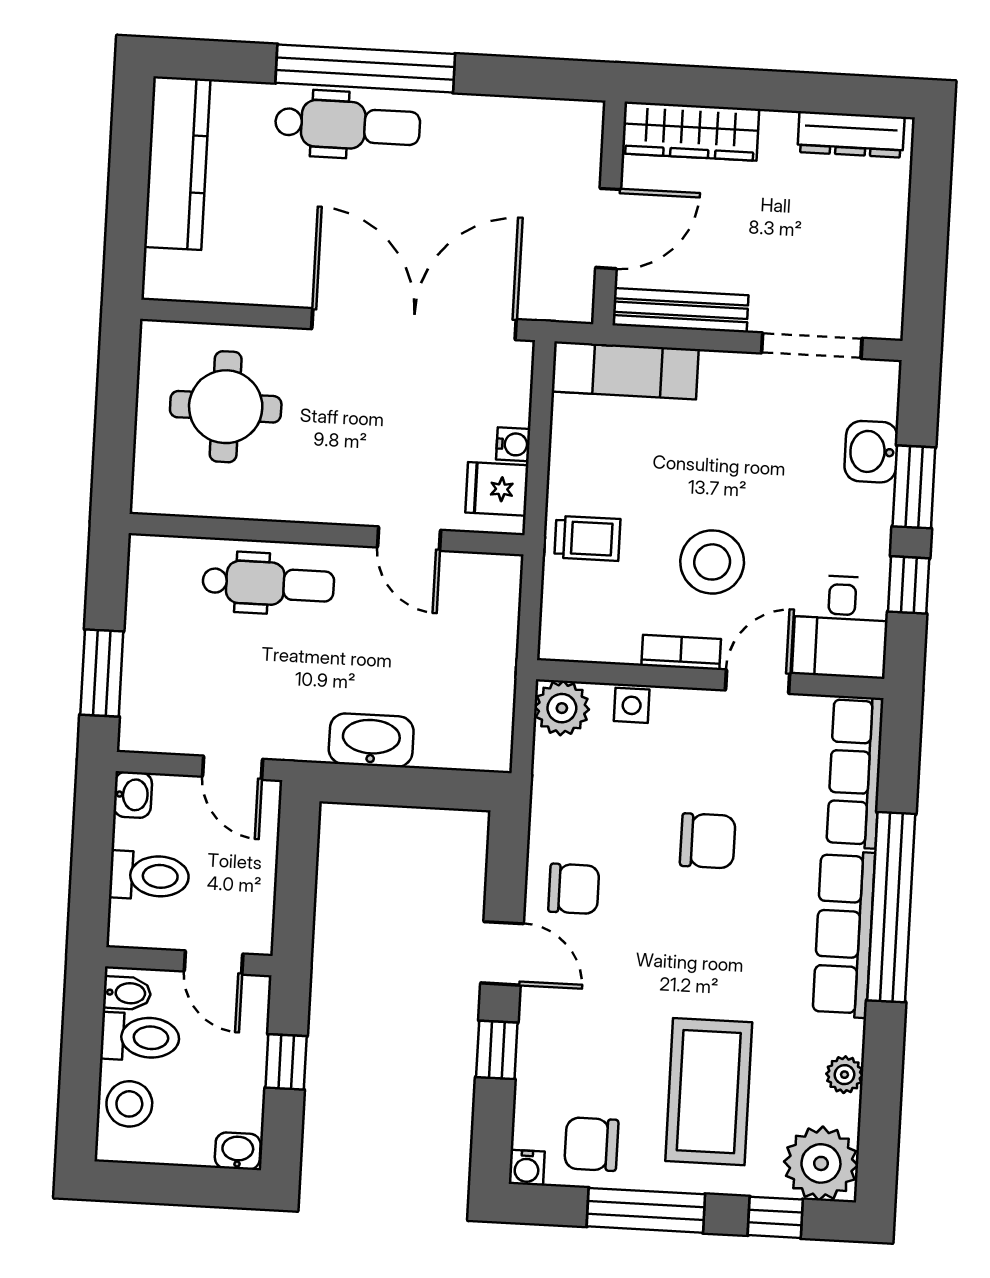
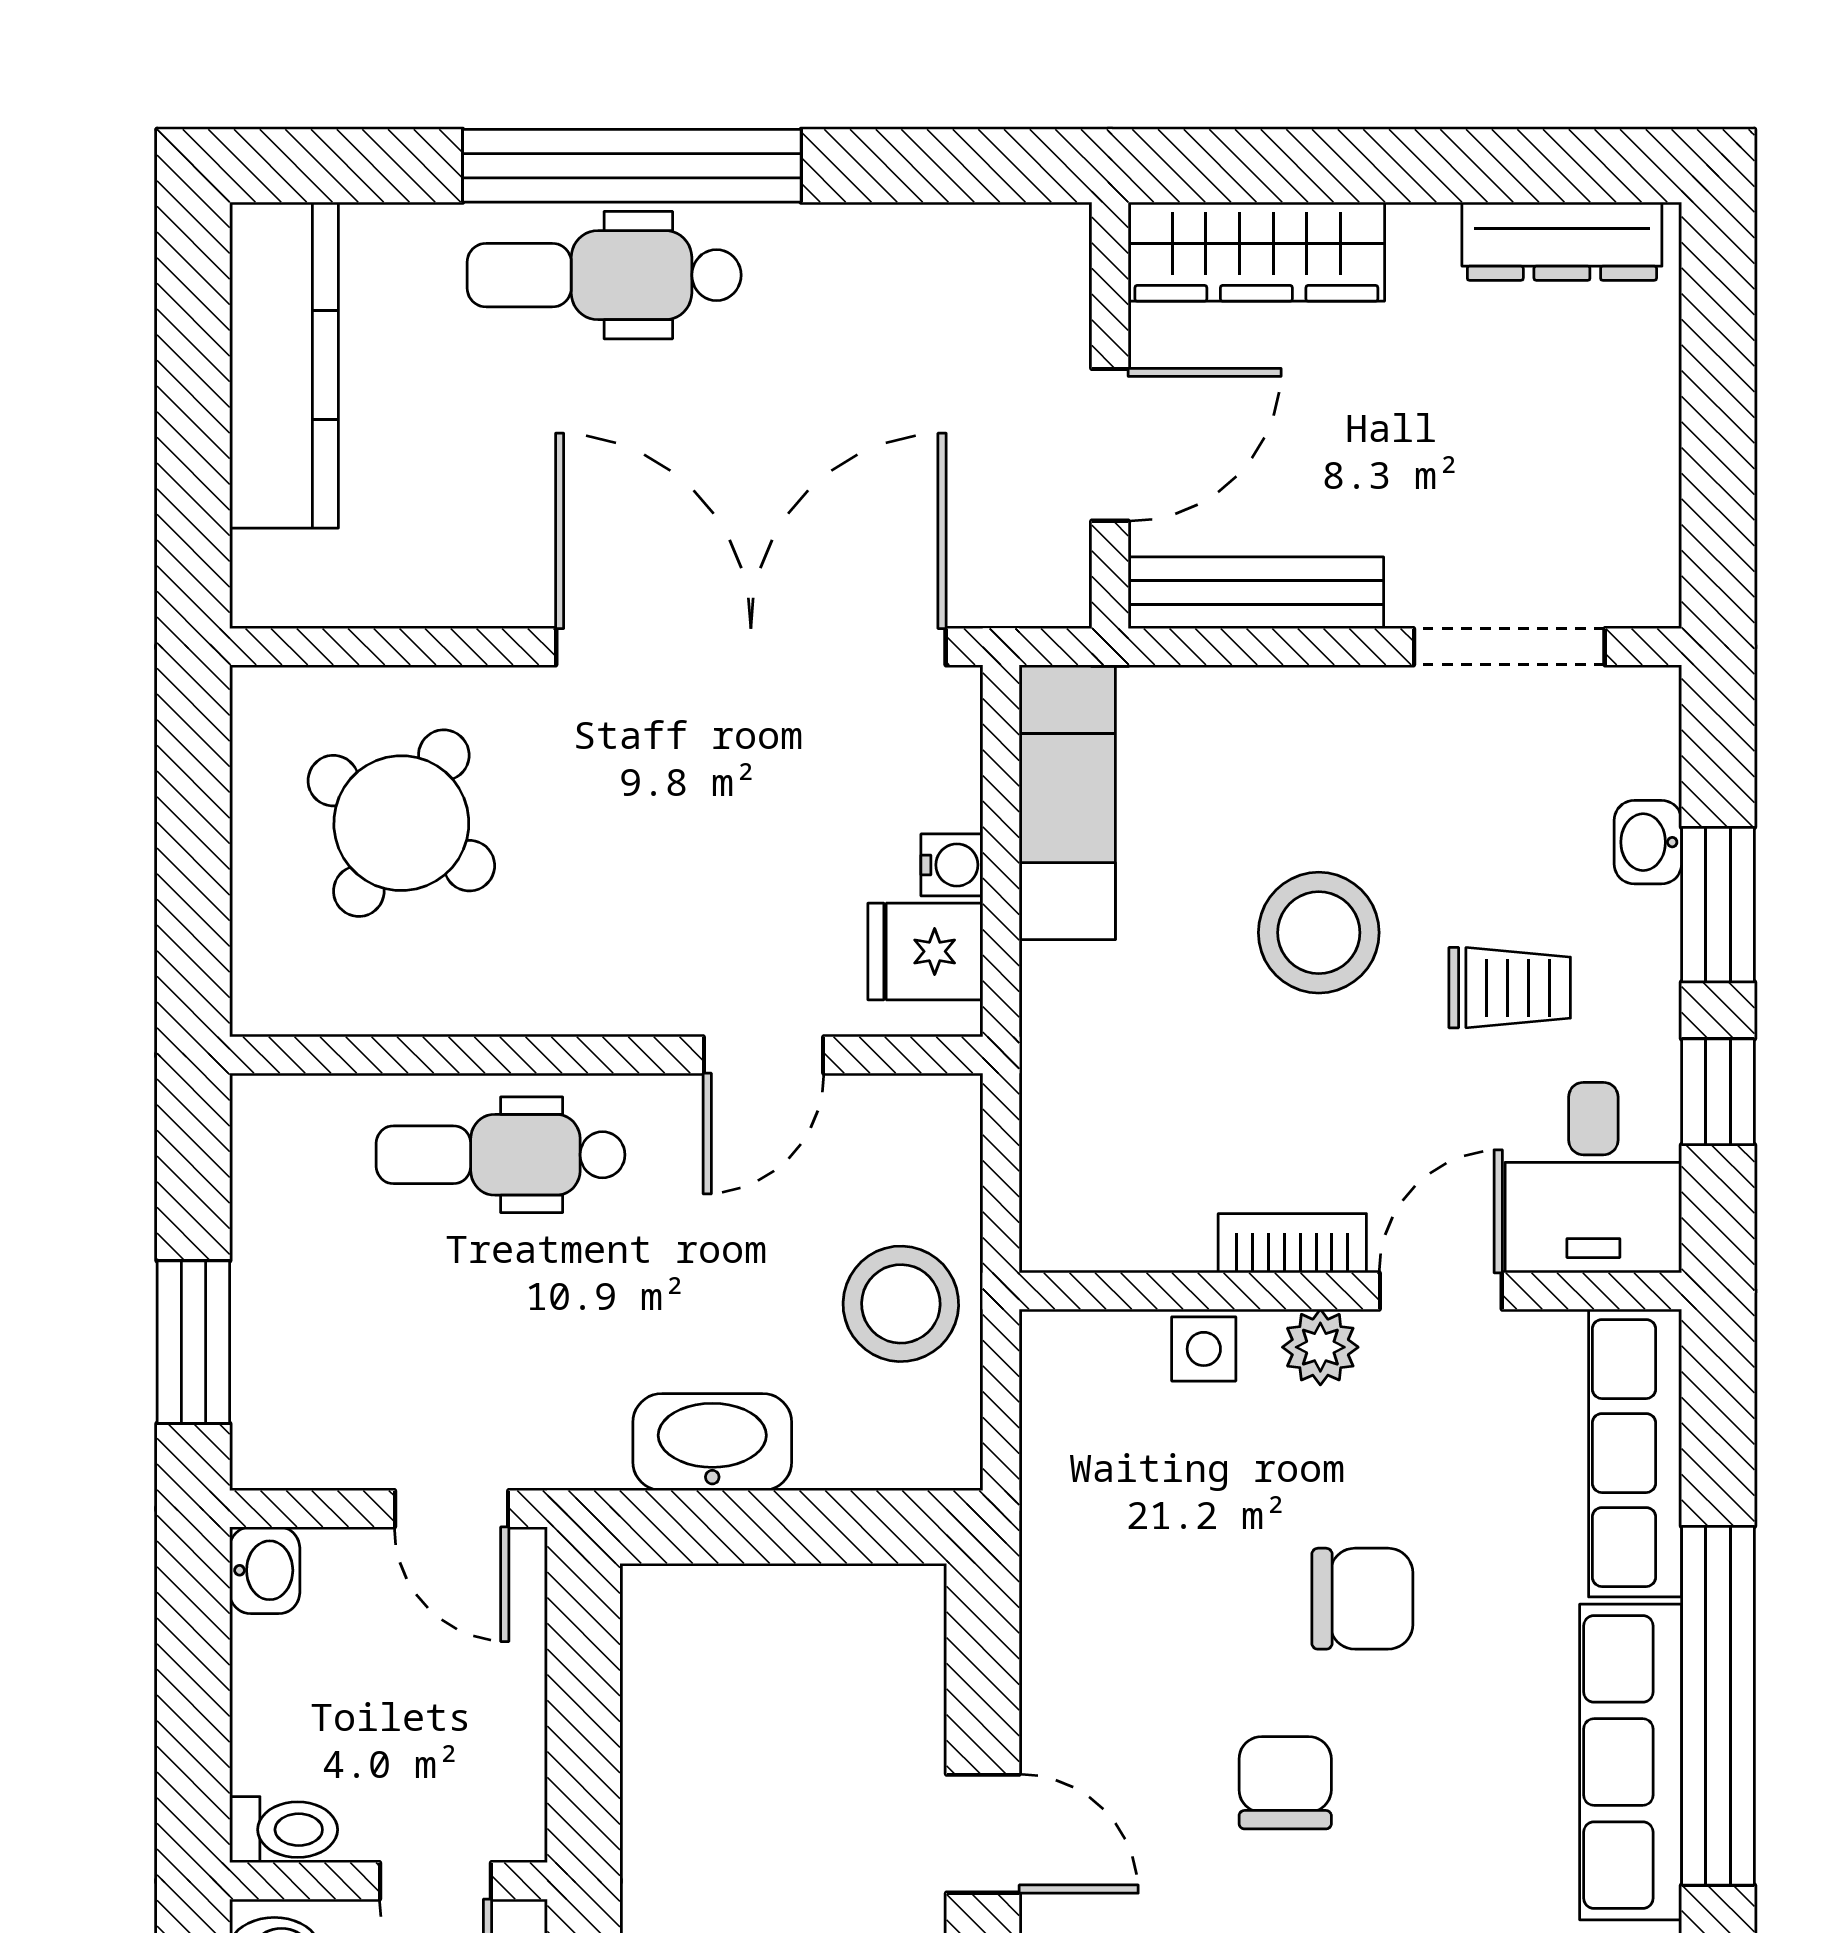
dental chair: (348, 125) -> (604, 275), turned 180
exam couch: (625, 370) -> (1067, 802), moved, turned -90
round table: (226, 407) -> (401, 823), turned 32
washbasin: (871, 452) -> (1648, 842), width x0.72, depth x0.69
trolley: (587, 538) -> (1510, 988), moved
door: (409, 539) -> (764, 1055), hinge flipped
stool: (712, 562) -> (1319, 933), moved
dental chair: (268, 583) -> (501, 1155), turned 180
stool: (474, 673) -> (901, 1304), added
plant: (562, 708) -> (1320, 1347), moved, width x0.73, depth x0.73
toilet: (149, 876) -> (284, 1830), moved, width x0.73, depth x0.72
chair: (574, 889) -> (1285, 1783), moved, turned -90

